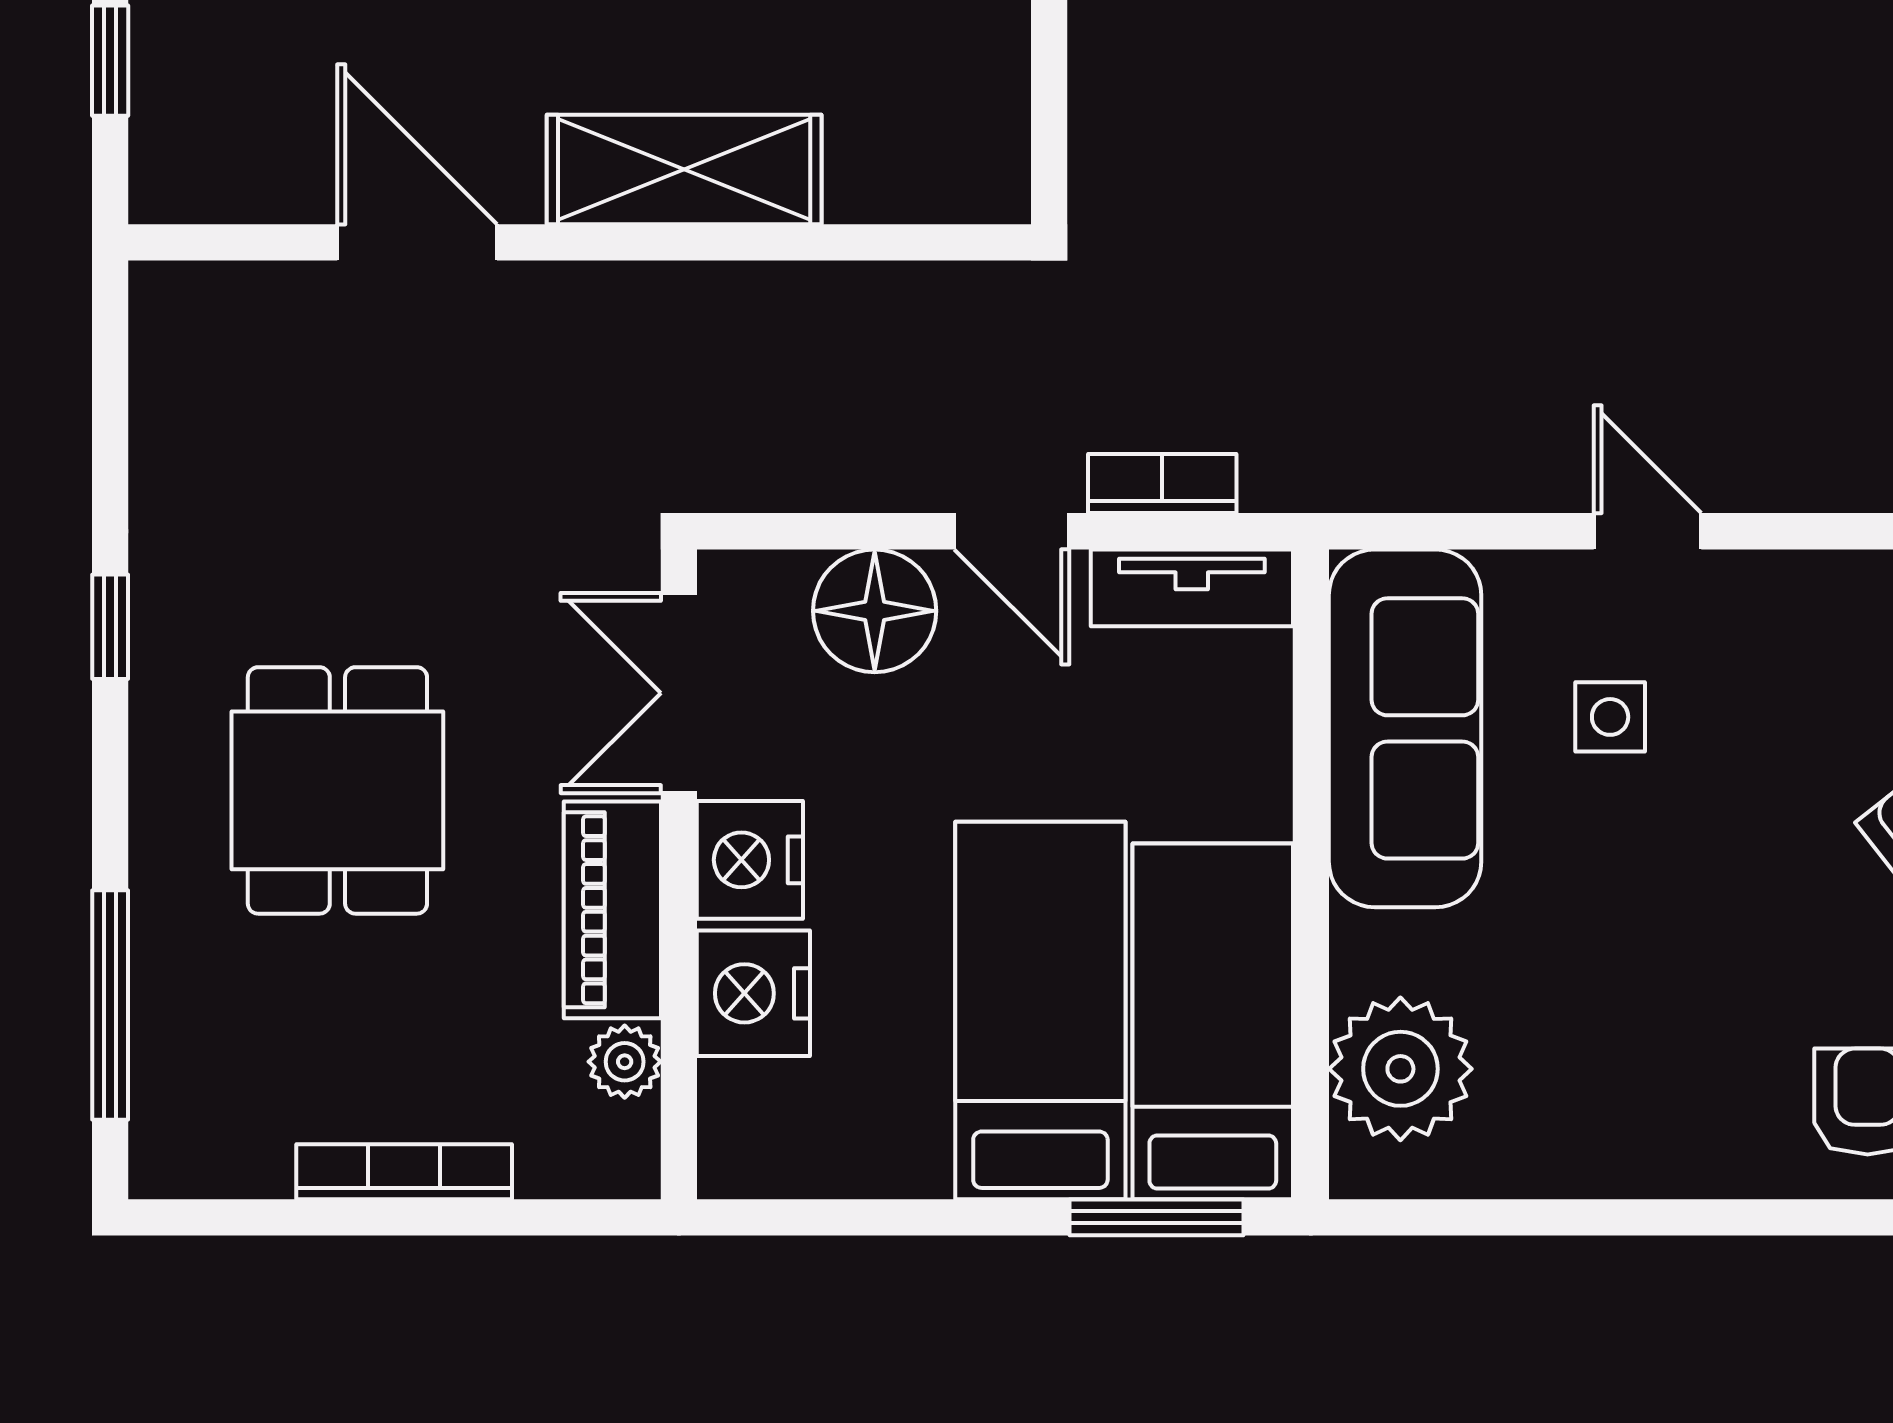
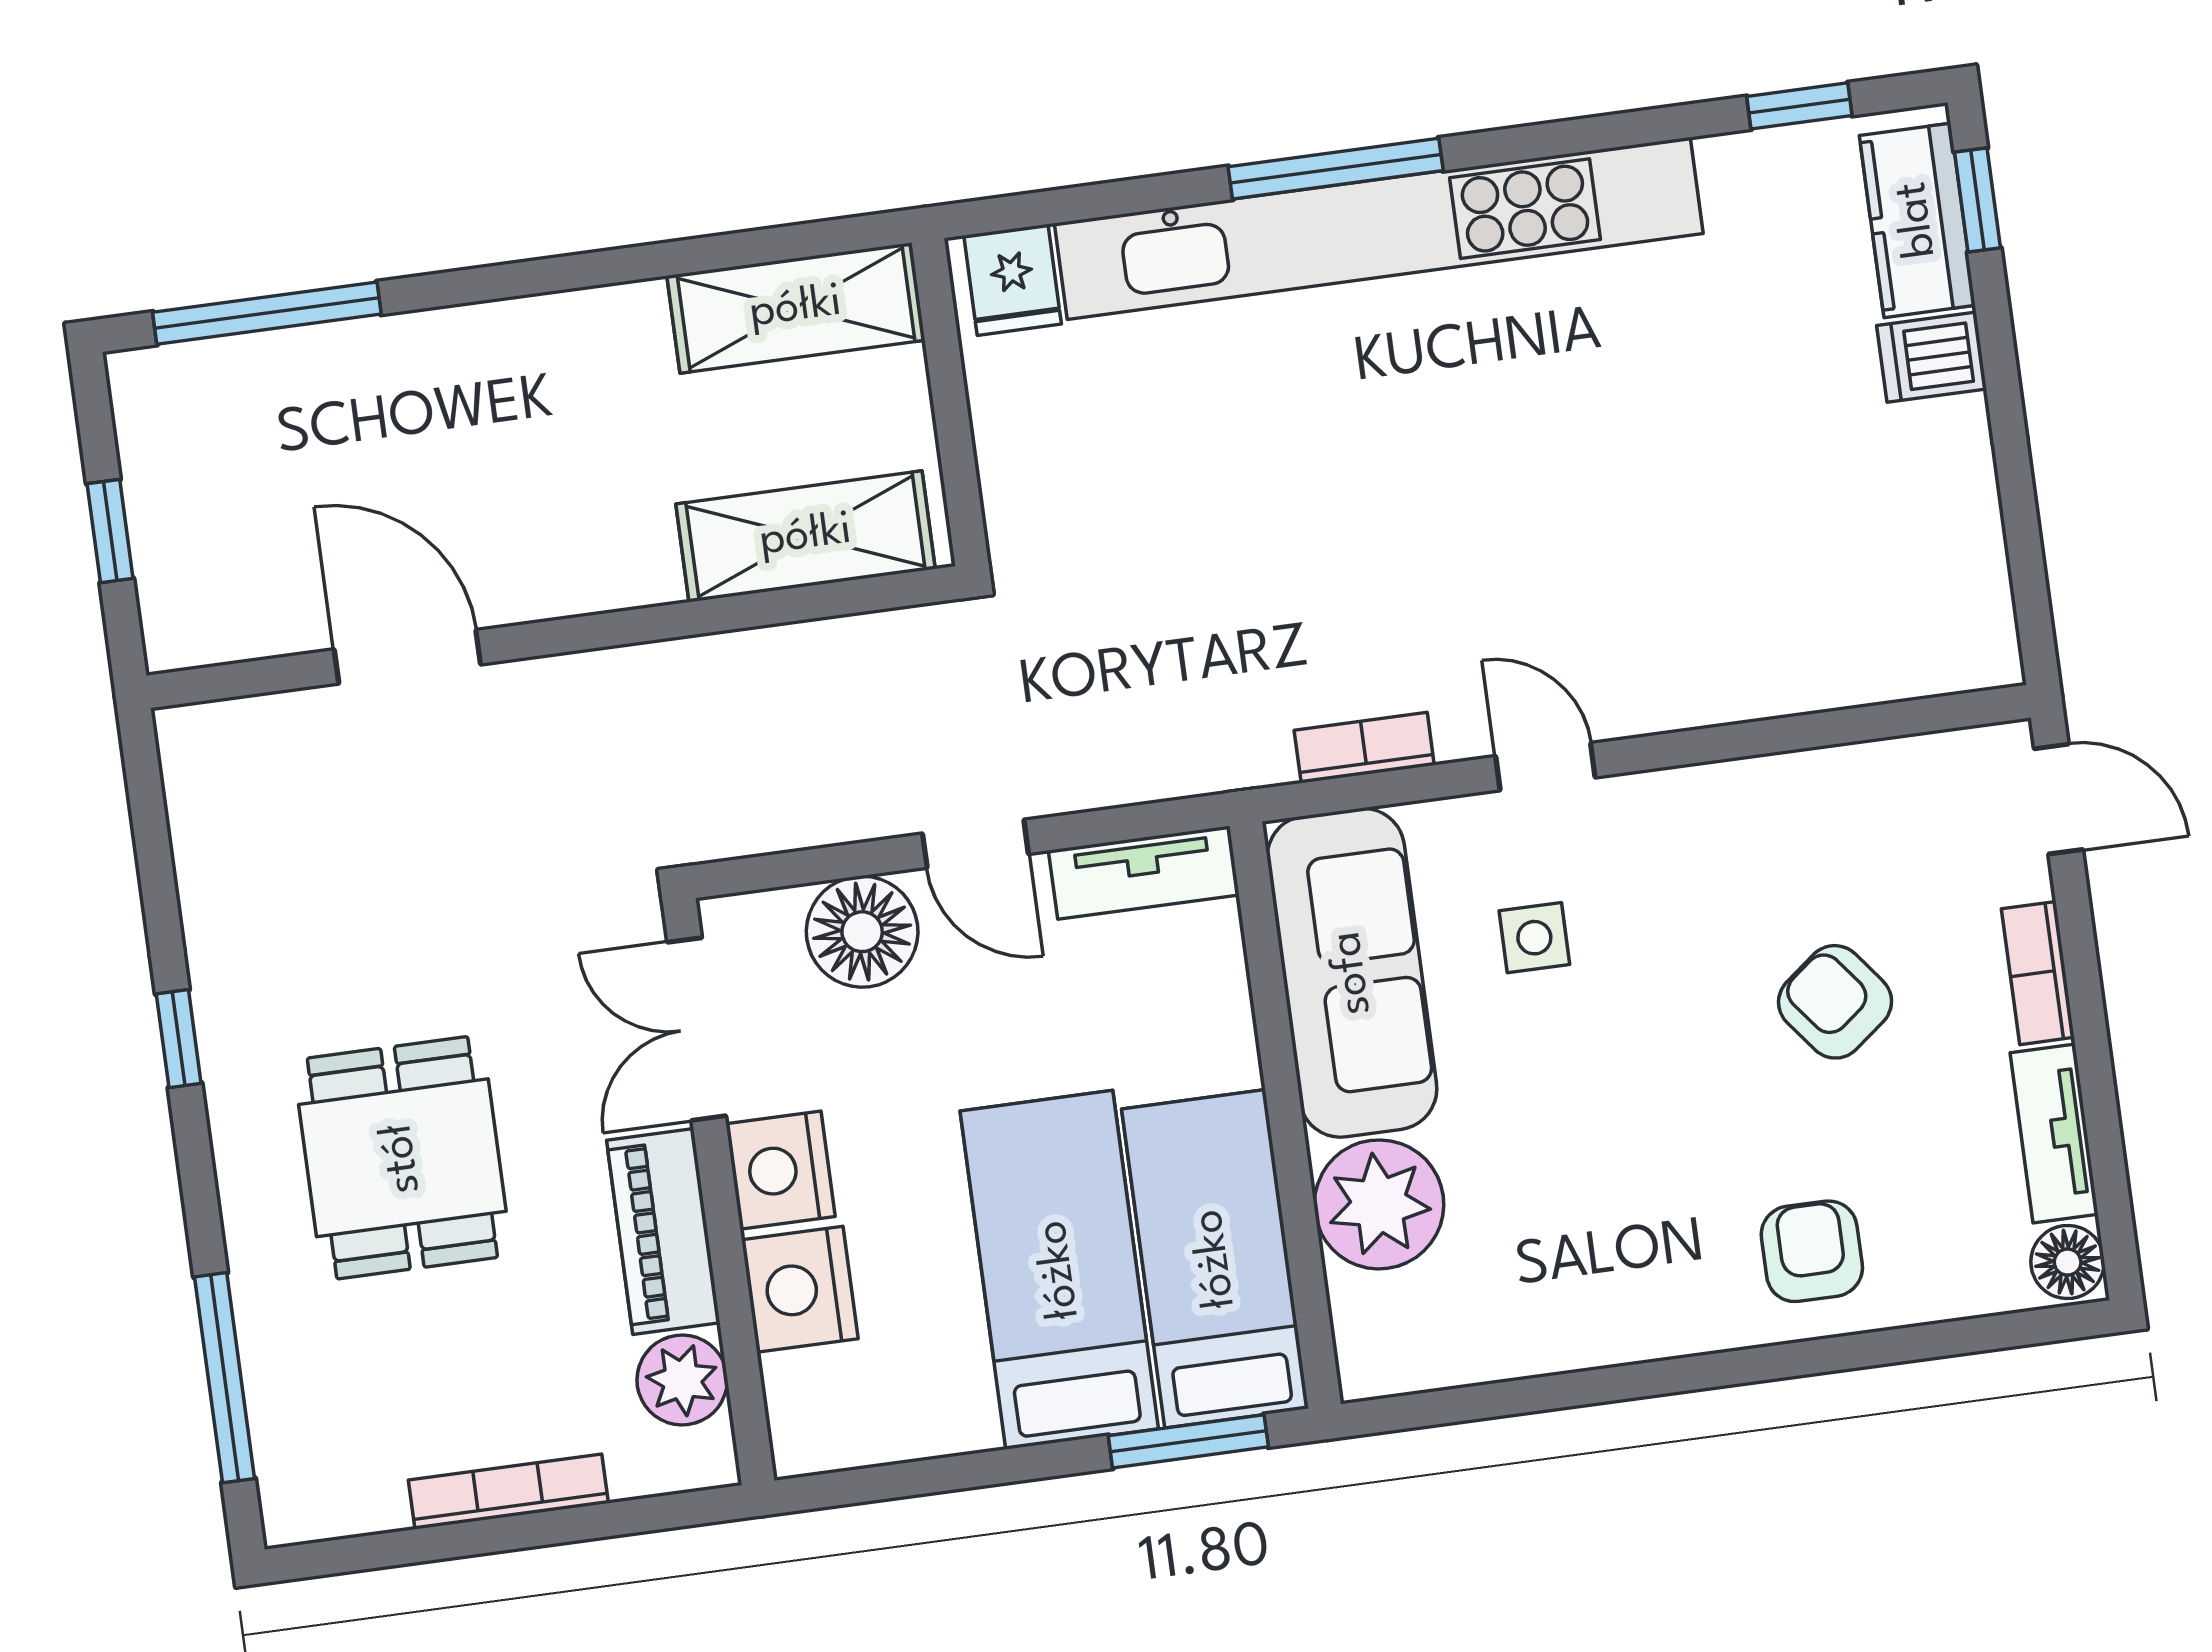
shelving: (684, 169) -> (806, 536), moved
bookcase: (1162, 484) -> (1364, 748), moved
plant: (625, 1062) -> (682, 1380), width x1.38, depth x1.38
plant: (1400, 1069) -> (1379, 1204), moved

